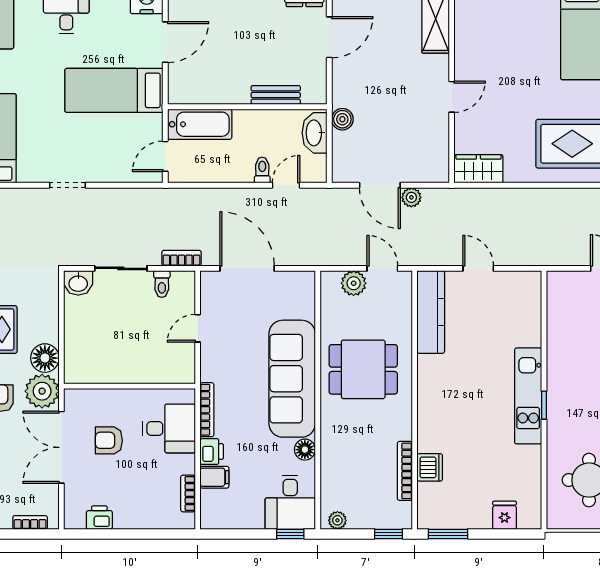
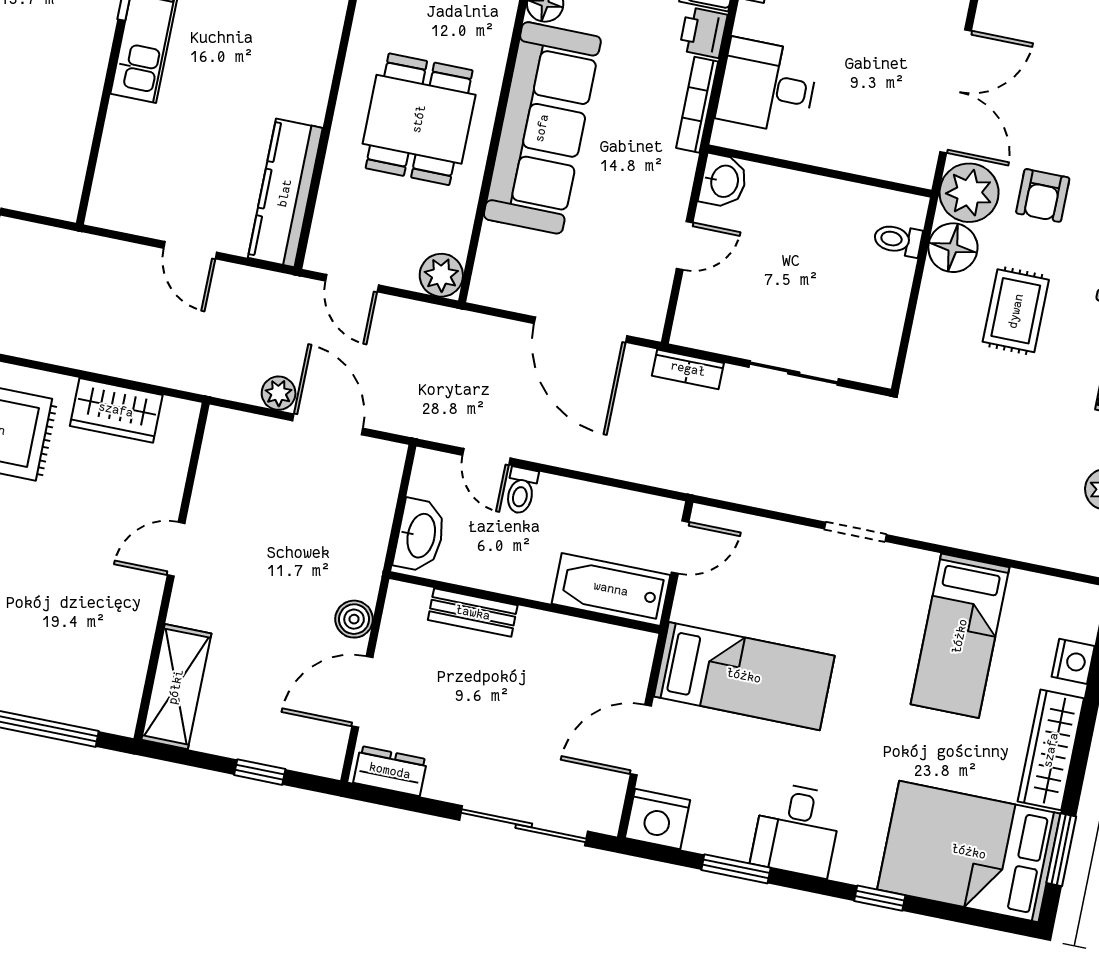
boiler: (342, 119) -> (354, 619), moved
wardrobe: (478, 169) -> (116, 410), moved
door: (286, 185) -> (486, 457), hinge flipped
washbasin: (78, 283) -> (723, 181), moved, turned 90
plant: (354, 283) -> (441, 275), moved
toilet: (162, 284) -> (898, 240), moved, turned -90
dining table: (363, 369) -> (419, 119), turned 90
armchair: (109, 440) -> (873, 87), removed

